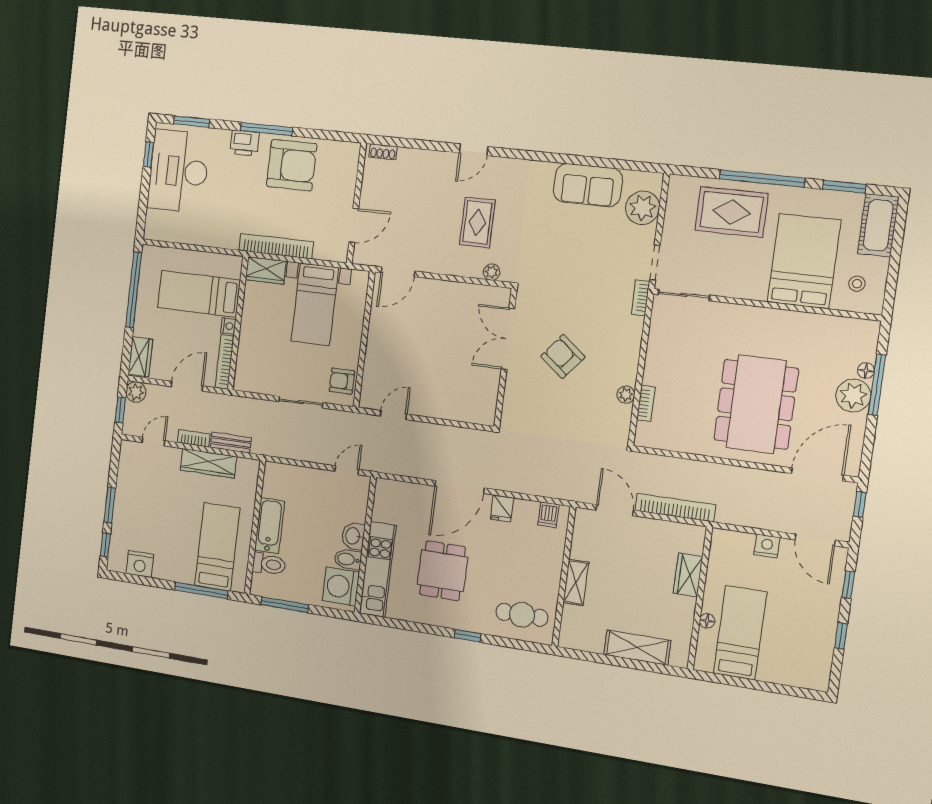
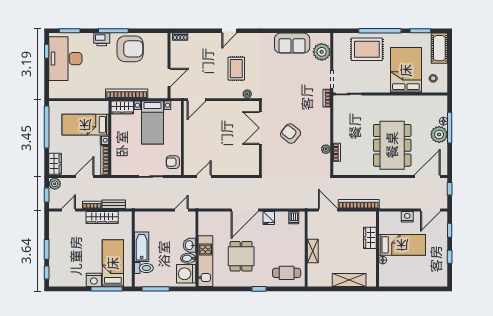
door: (815, 540) -> (431, 210), hinge flipped
nightstand: (140, 564) -> (94, 280), moved
bed: (740, 633) -> (402, 245), moved, turned 90

